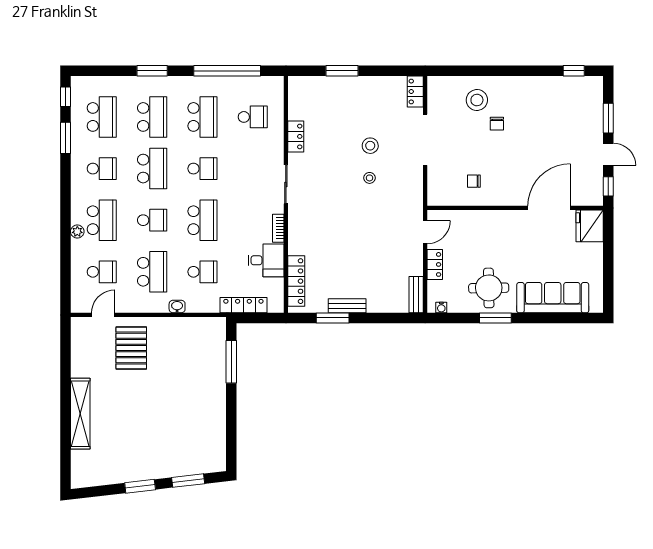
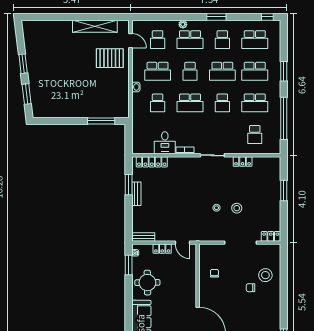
window: (66, 138) -> (216, 17), moved
locker: (243, 305) -> (137, 129), removed
window: (495, 318) -> (129, 265), moved
shelving: (80, 414) -> (95, 26), moved

